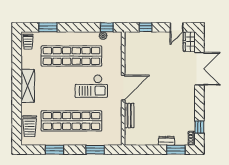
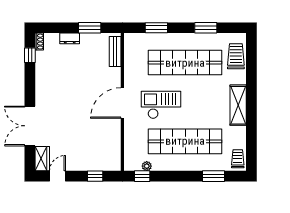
bench: (129, 116) -> (115, 51), moved
window: (176, 150) -> (90, 28), moved

